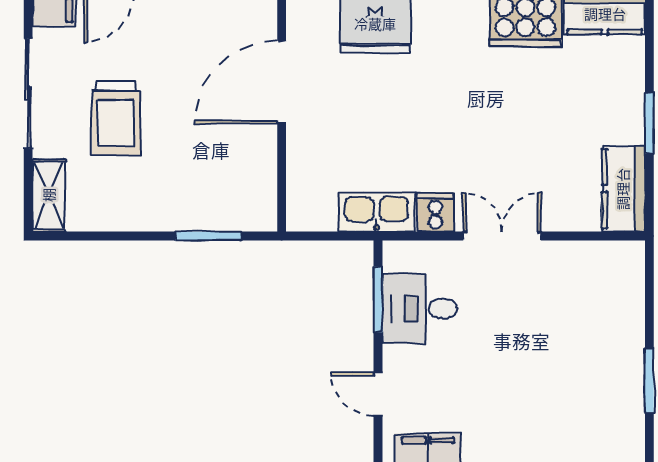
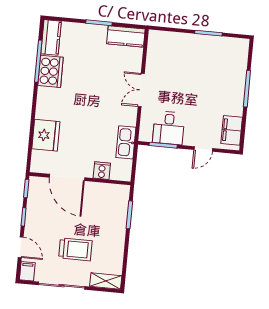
cooker: (435, 212) -> (102, 171), moved, turned 90

